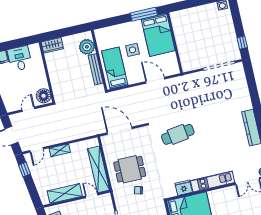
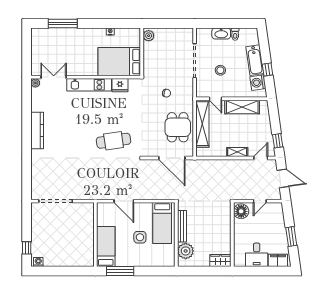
bed: (158, 35) -> (106, 247), width x0.67
window: (242, 43) -> (27, 248), moved
dining table: (130, 169) -> (178, 127), moved, turned 90

